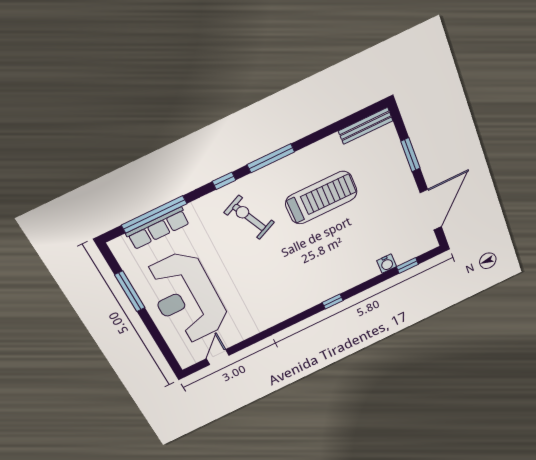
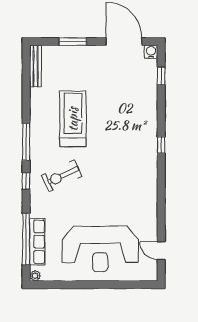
plant: (116, 245) -> (35, 276), added
water cooler: (387, 264) -> (151, 52), moved, turned -90
window: (130, 291) -> (74, 285), removed

